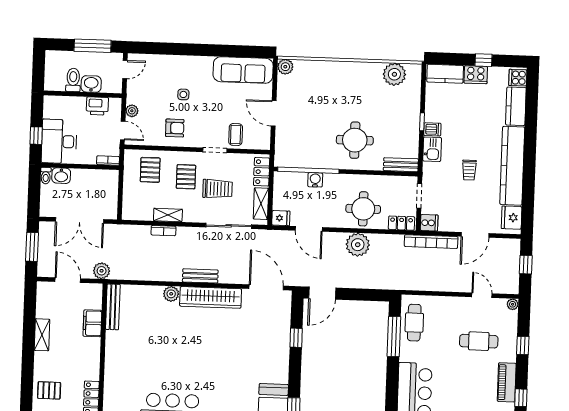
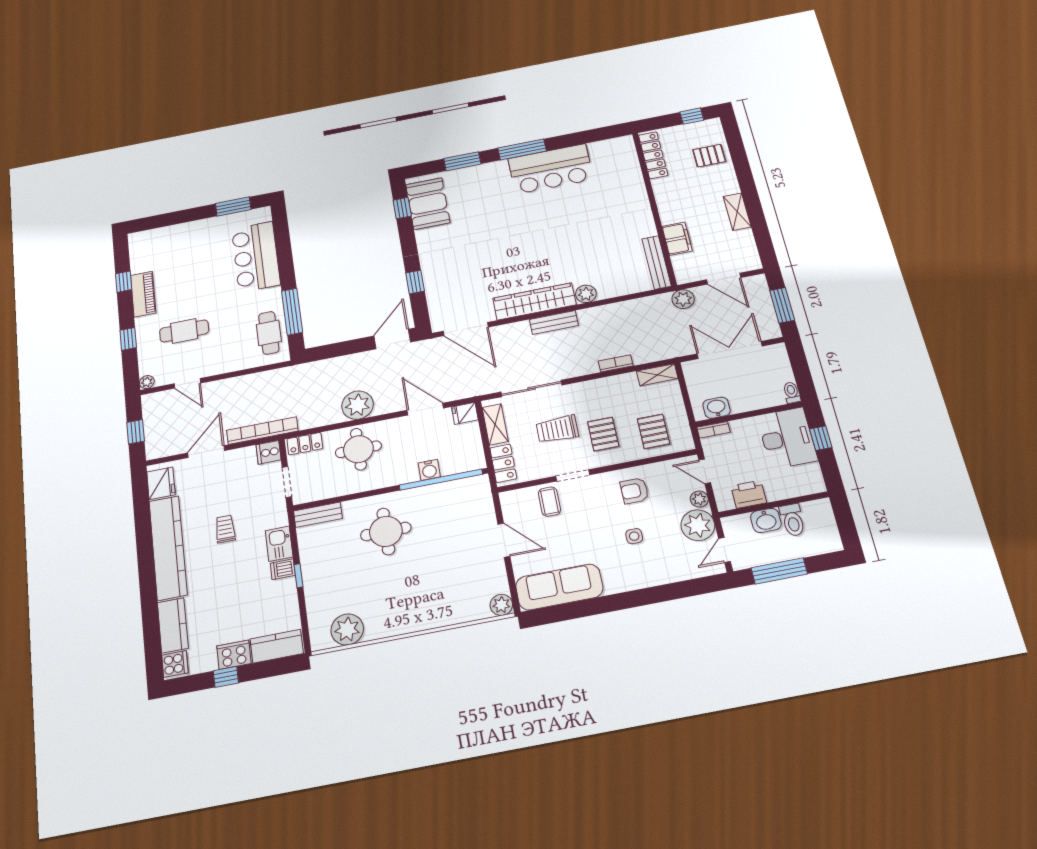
plant: (138, 92) -> (698, 525), added
washbasin: (61, 176) -> (717, 408), moved
shelving: (168, 215) -> (657, 375), moved

